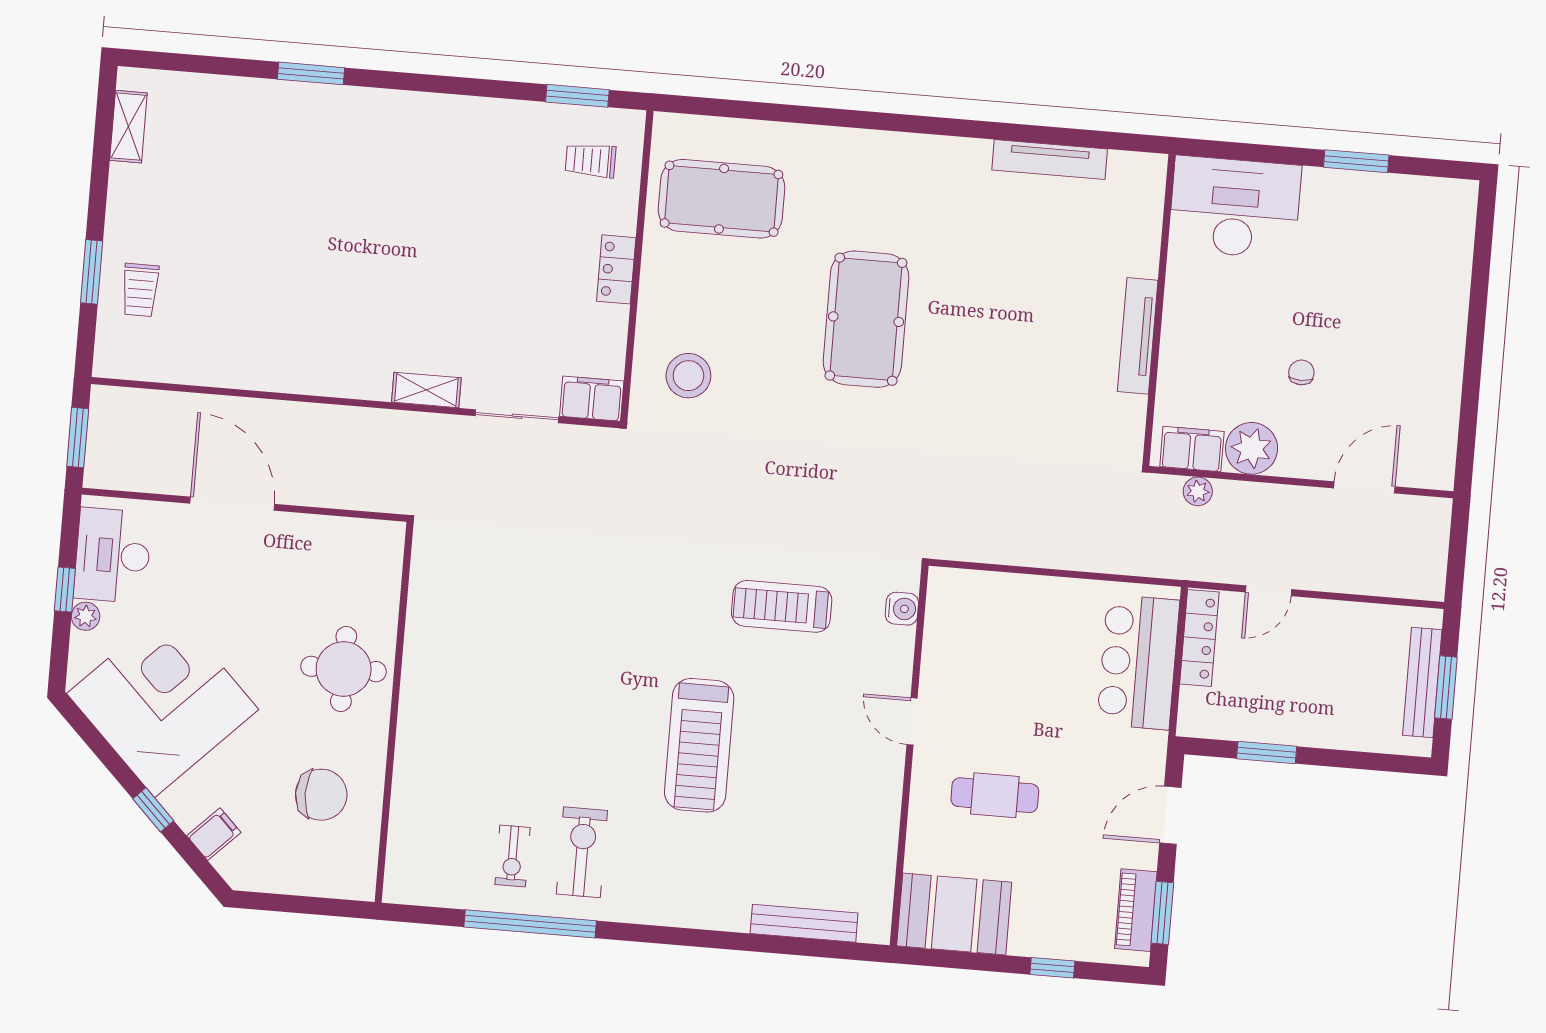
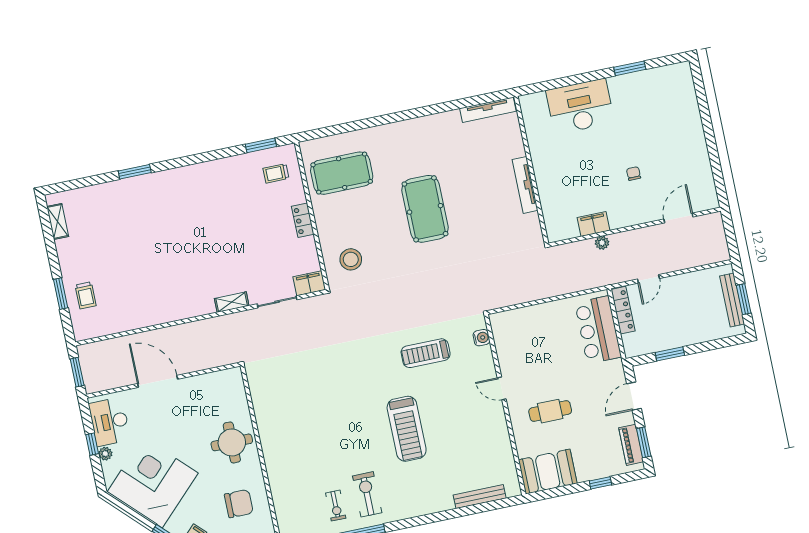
wall: (1159, 310) -> (531, 170), moved
tv unit: (1138, 336) -> (525, 185), moved
plant: (1251, 448) -> (621, 215), removed

